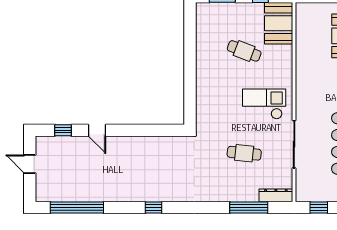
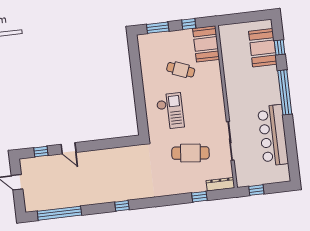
checkout: (264, 104) -> (170, 111), moved, turned 90
cafe table: (244, 153) -> (190, 153), width x1.37, depth x1.35
window: (249, 207) -> (199, 197), width x0.46

